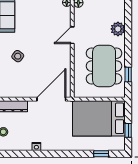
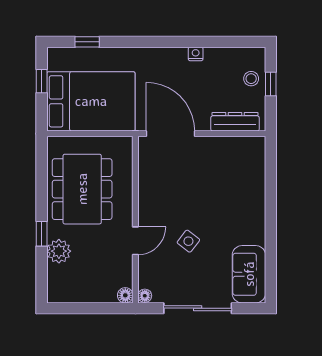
side table: (18, 56) -> (188, 241), moved
window: (128, 75) -> (42, 234), moved
door: (51, 99) -> (170, 134), swing flipped

